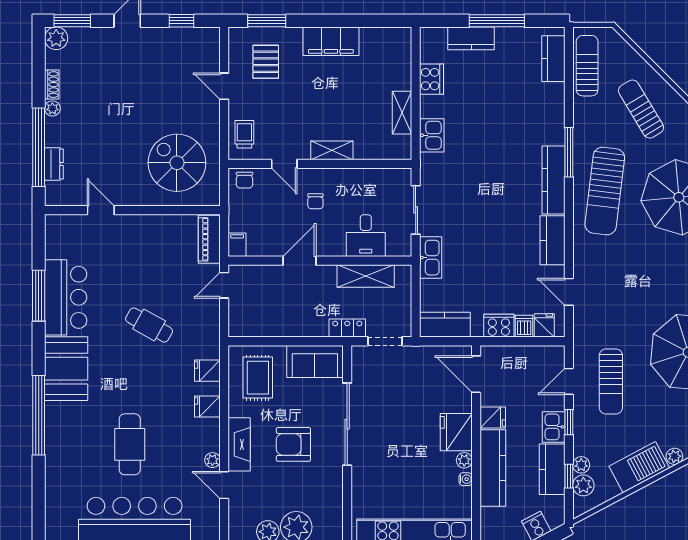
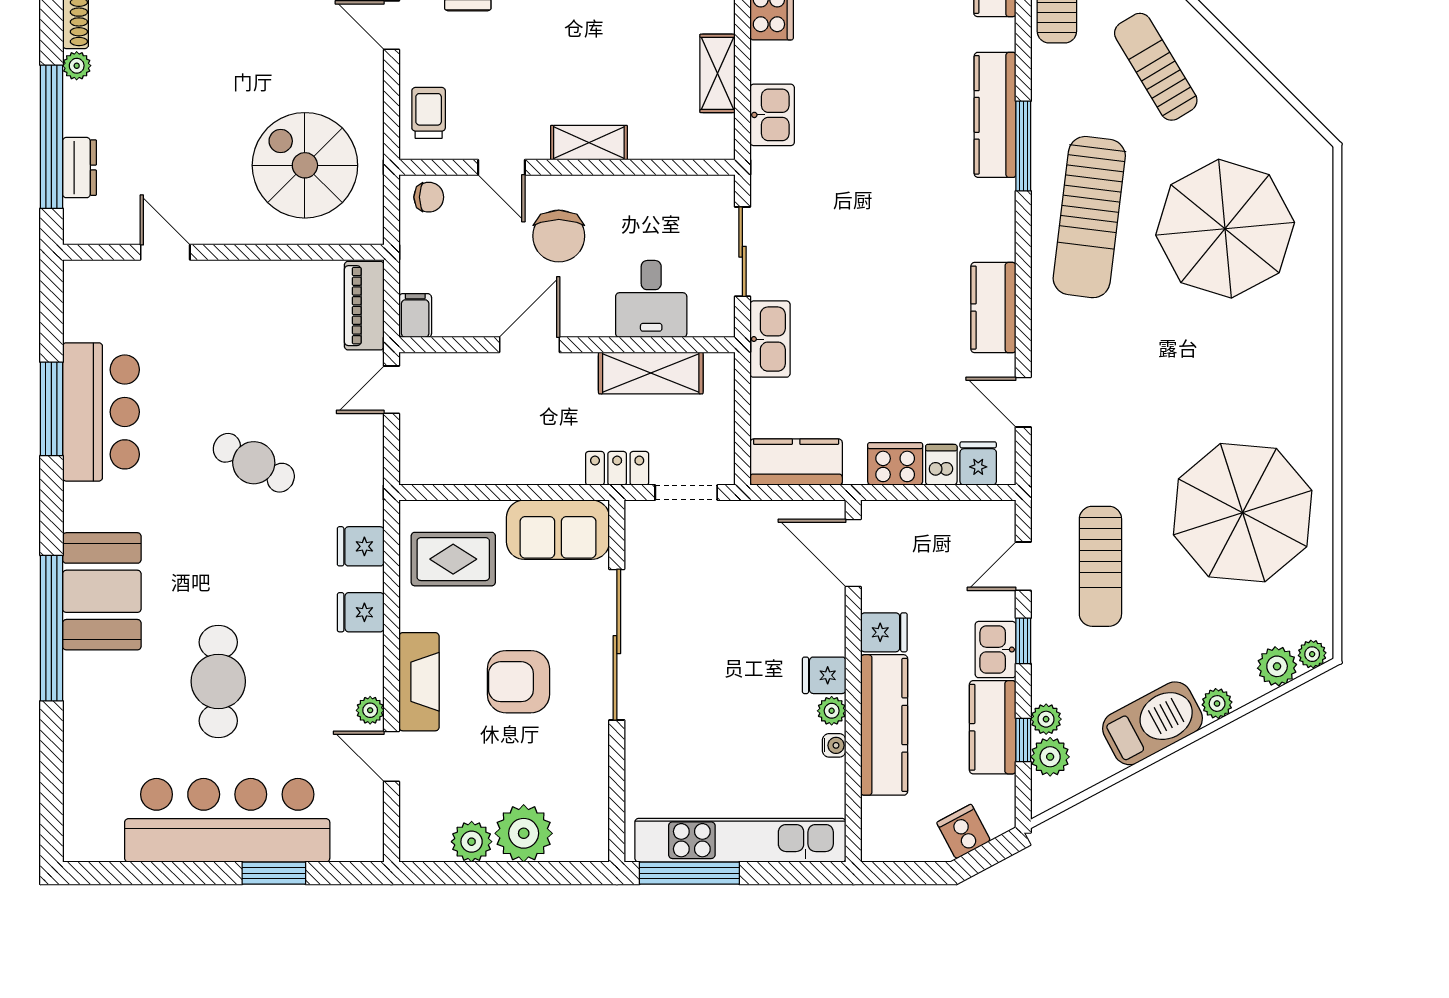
chair: (244, 180) -> (429, 197), turned -90
kitchen counter: (553, 180) -> (995, 115), moved
chair: (315, 201) -> (559, 236), width x1.87, depth x1.87
booth: (66, 369) -> (102, 591), moved
rug: (258, 378) -> (453, 559), turned 90
fridge: (456, 432) -> (824, 675), width x0.53, depth x0.75

